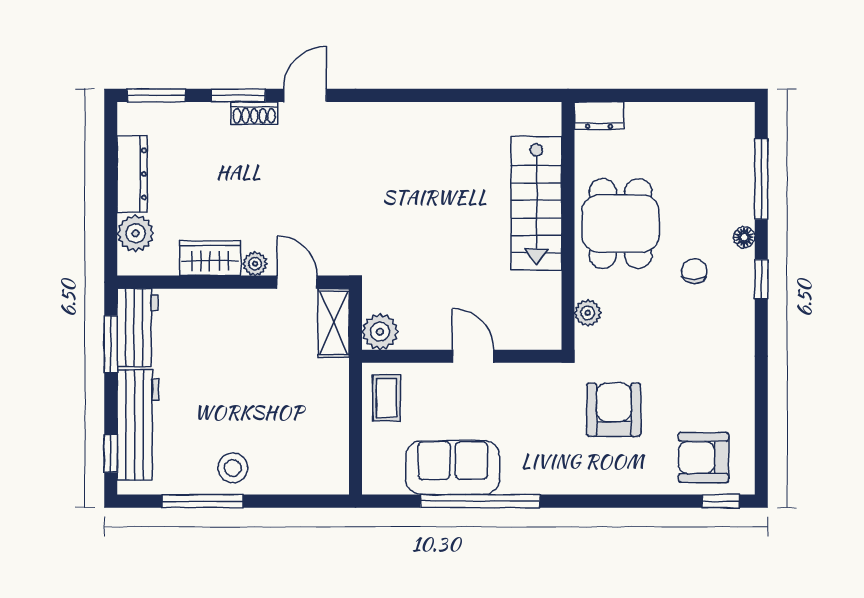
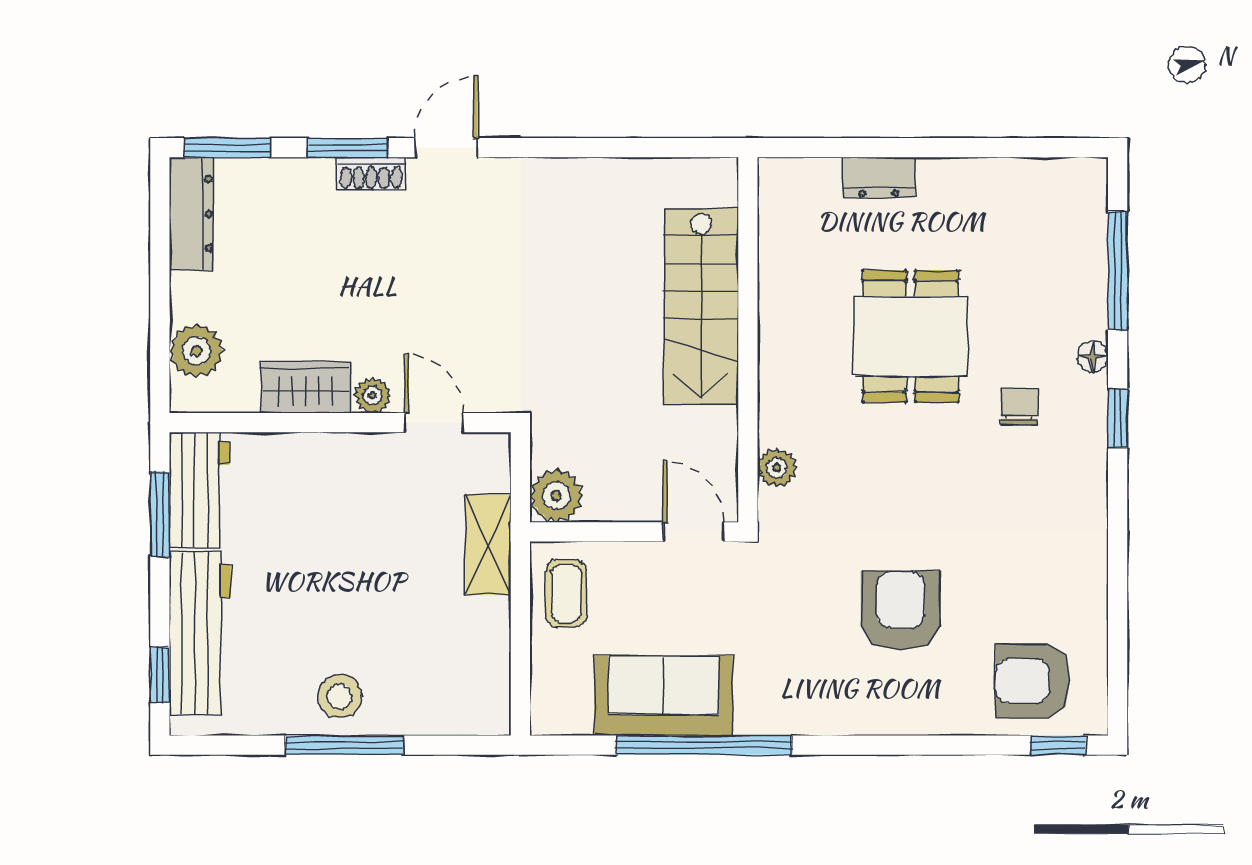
dresser: (132, 174) -> (192, 214), moved
stairs: (536, 203) -> (701, 307), moved
wall: (568, 226) -> (748, 340), moved
plant: (588, 313) -> (777, 468), moved
shelving: (334, 323) -> (488, 545), moved
window: (203, 501) -> (344, 745), moved

